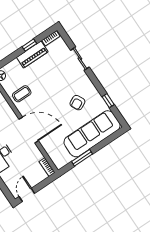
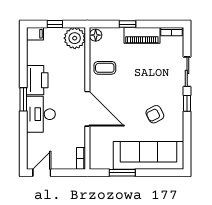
window: (29, 45) -> (127, 24), moved
window: (108, 101) -> (187, 103), moved

